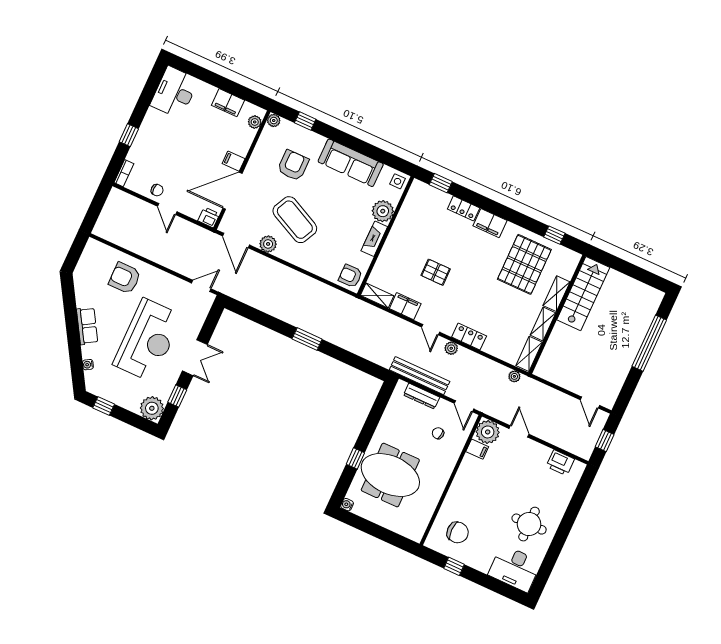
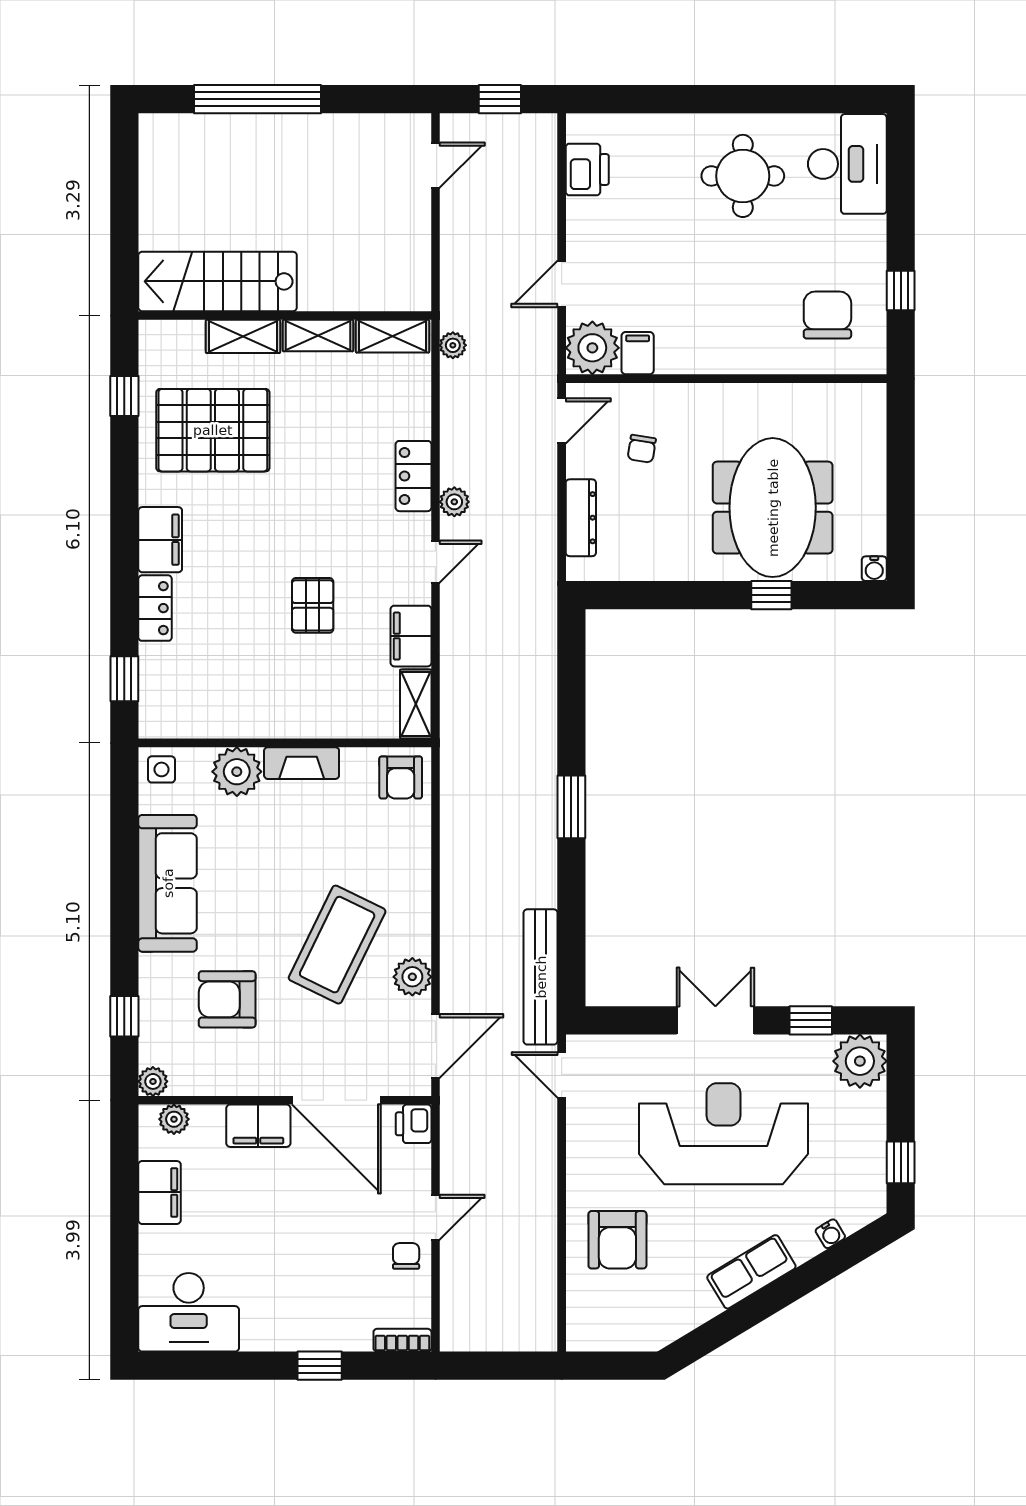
filing cabinet: (234, 161) -> (258, 1126), width x2.00
bench: (420, 376) -> (541, 977), moved

